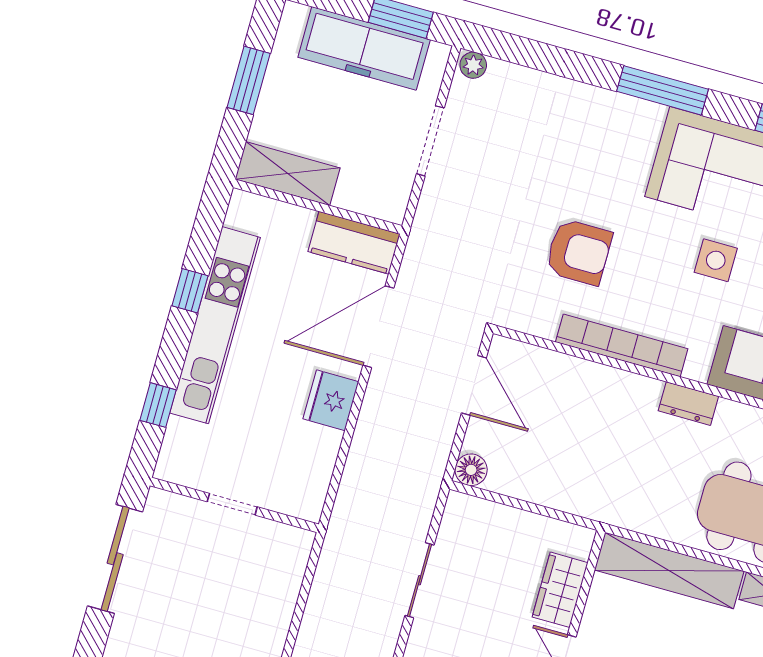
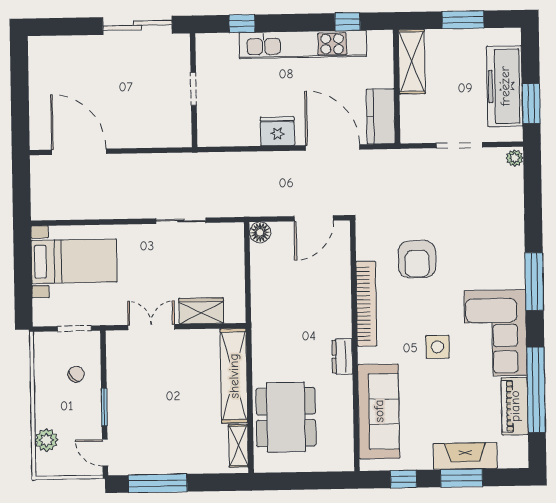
window: (190, 291) -> (347, 22), moved

